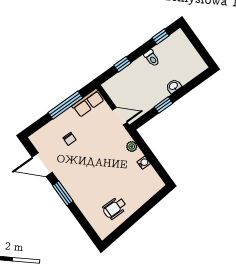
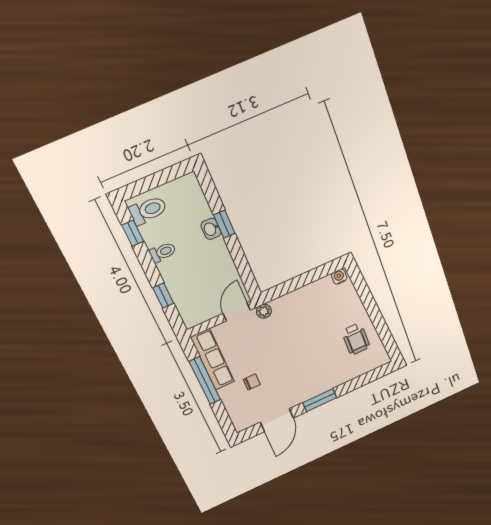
toilet: (177, 44) -> (148, 210), added
row of seats: (88, 103) -> (213, 359), width x1.48
window: (163, 105) -> (224, 224), moved
plant: (132, 146) -> (264, 311), moved
water cooler: (144, 163) -> (339, 277), moved

